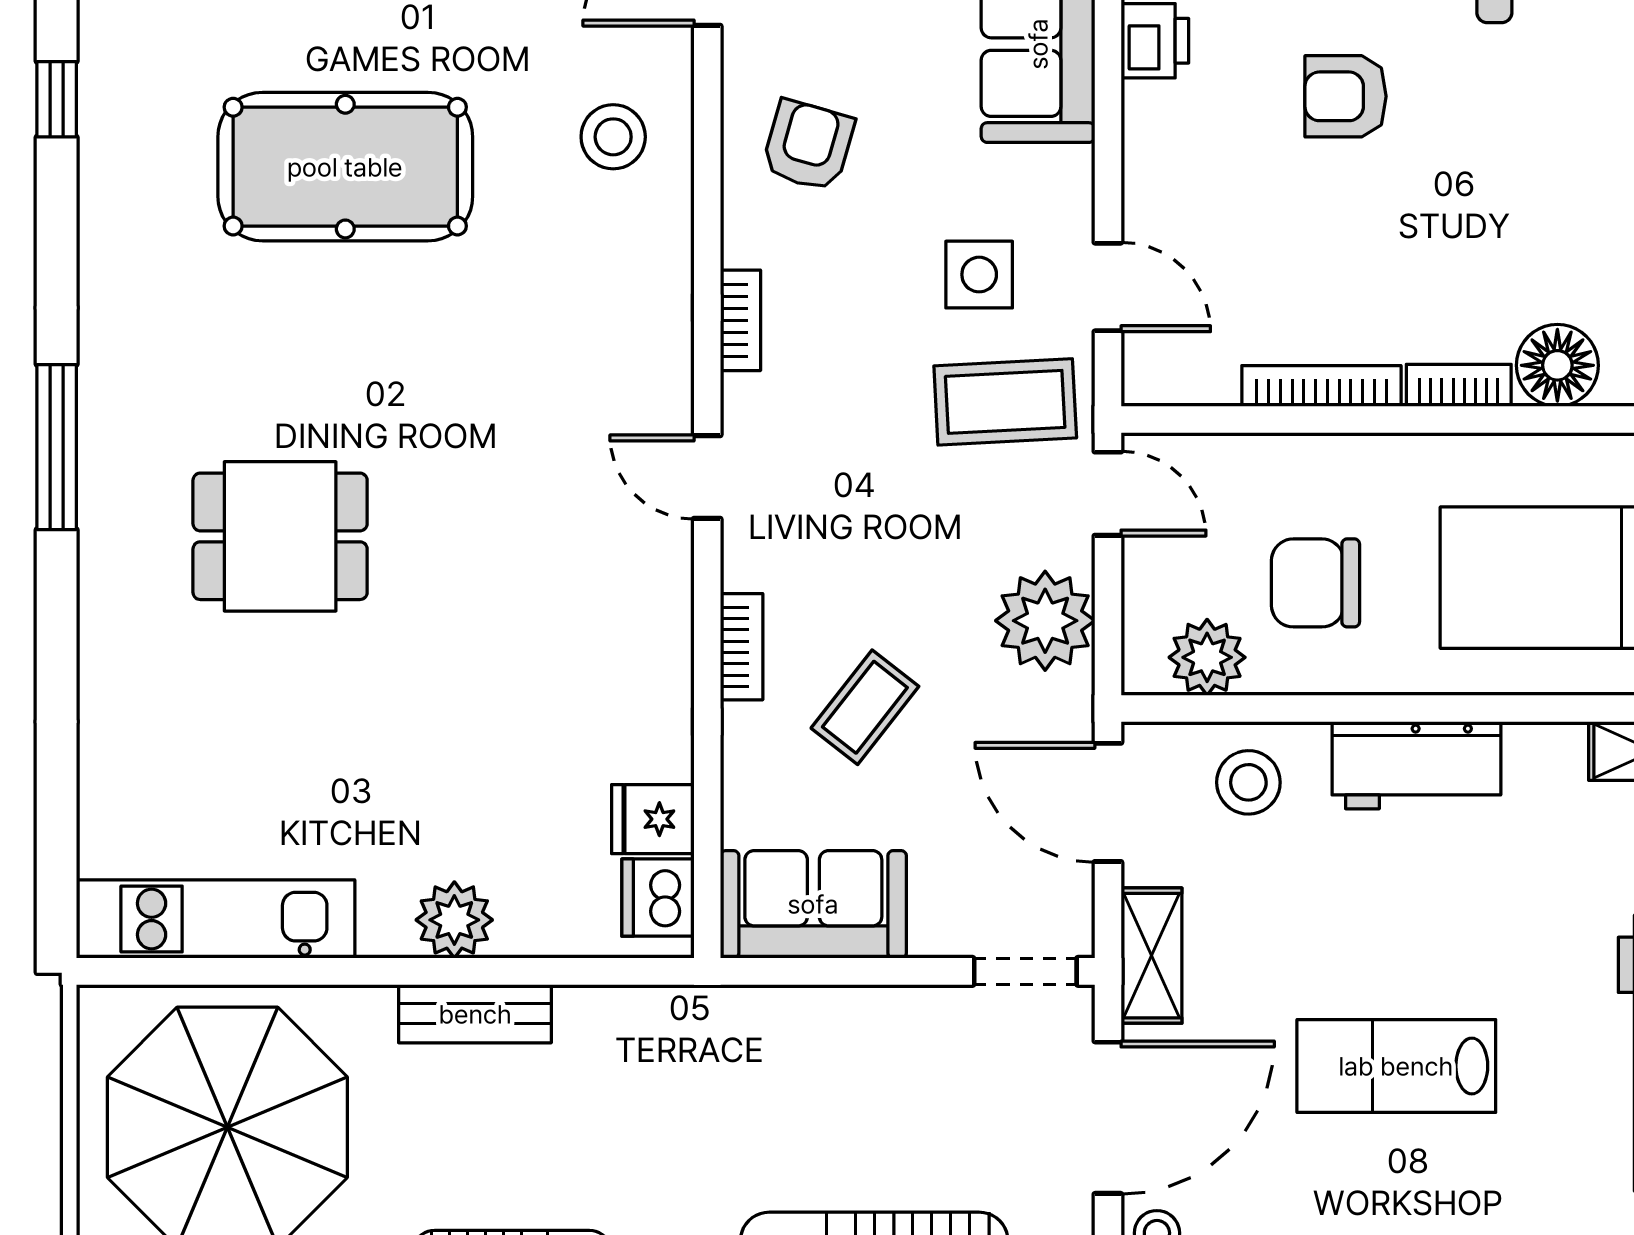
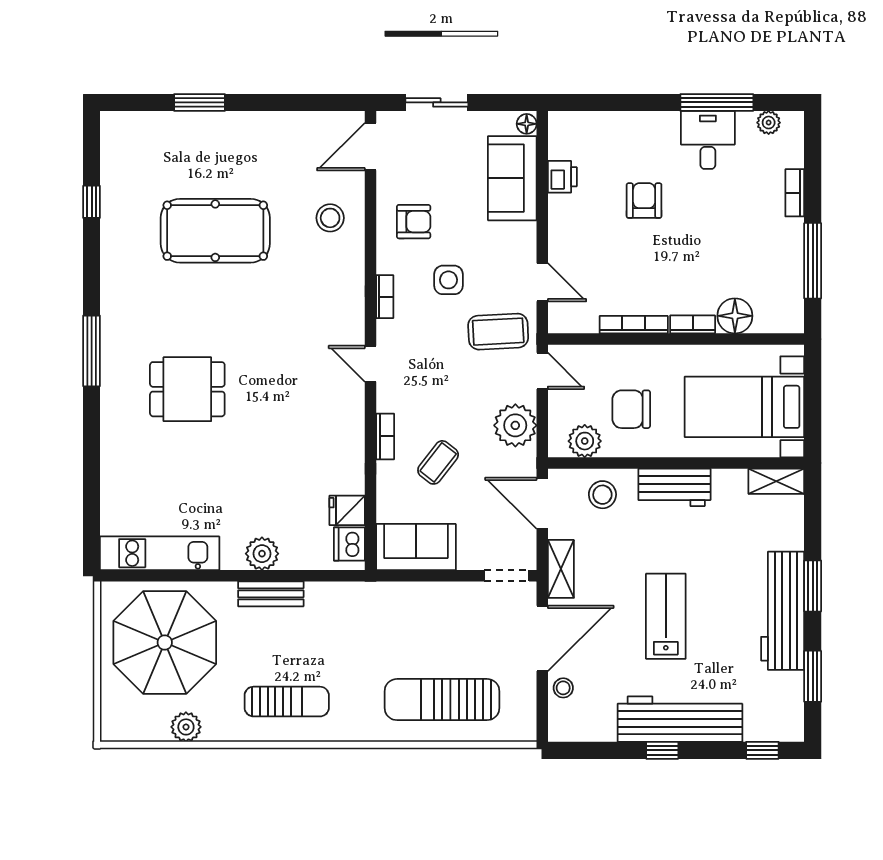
armchair: (1346, 96) -> (644, 201), turned 90
armchair: (808, 145) -> (414, 222), turned 74
side table: (979, 275) -> (449, 280), moved
lab bench: (1396, 1066) -> (666, 616), turned 90

